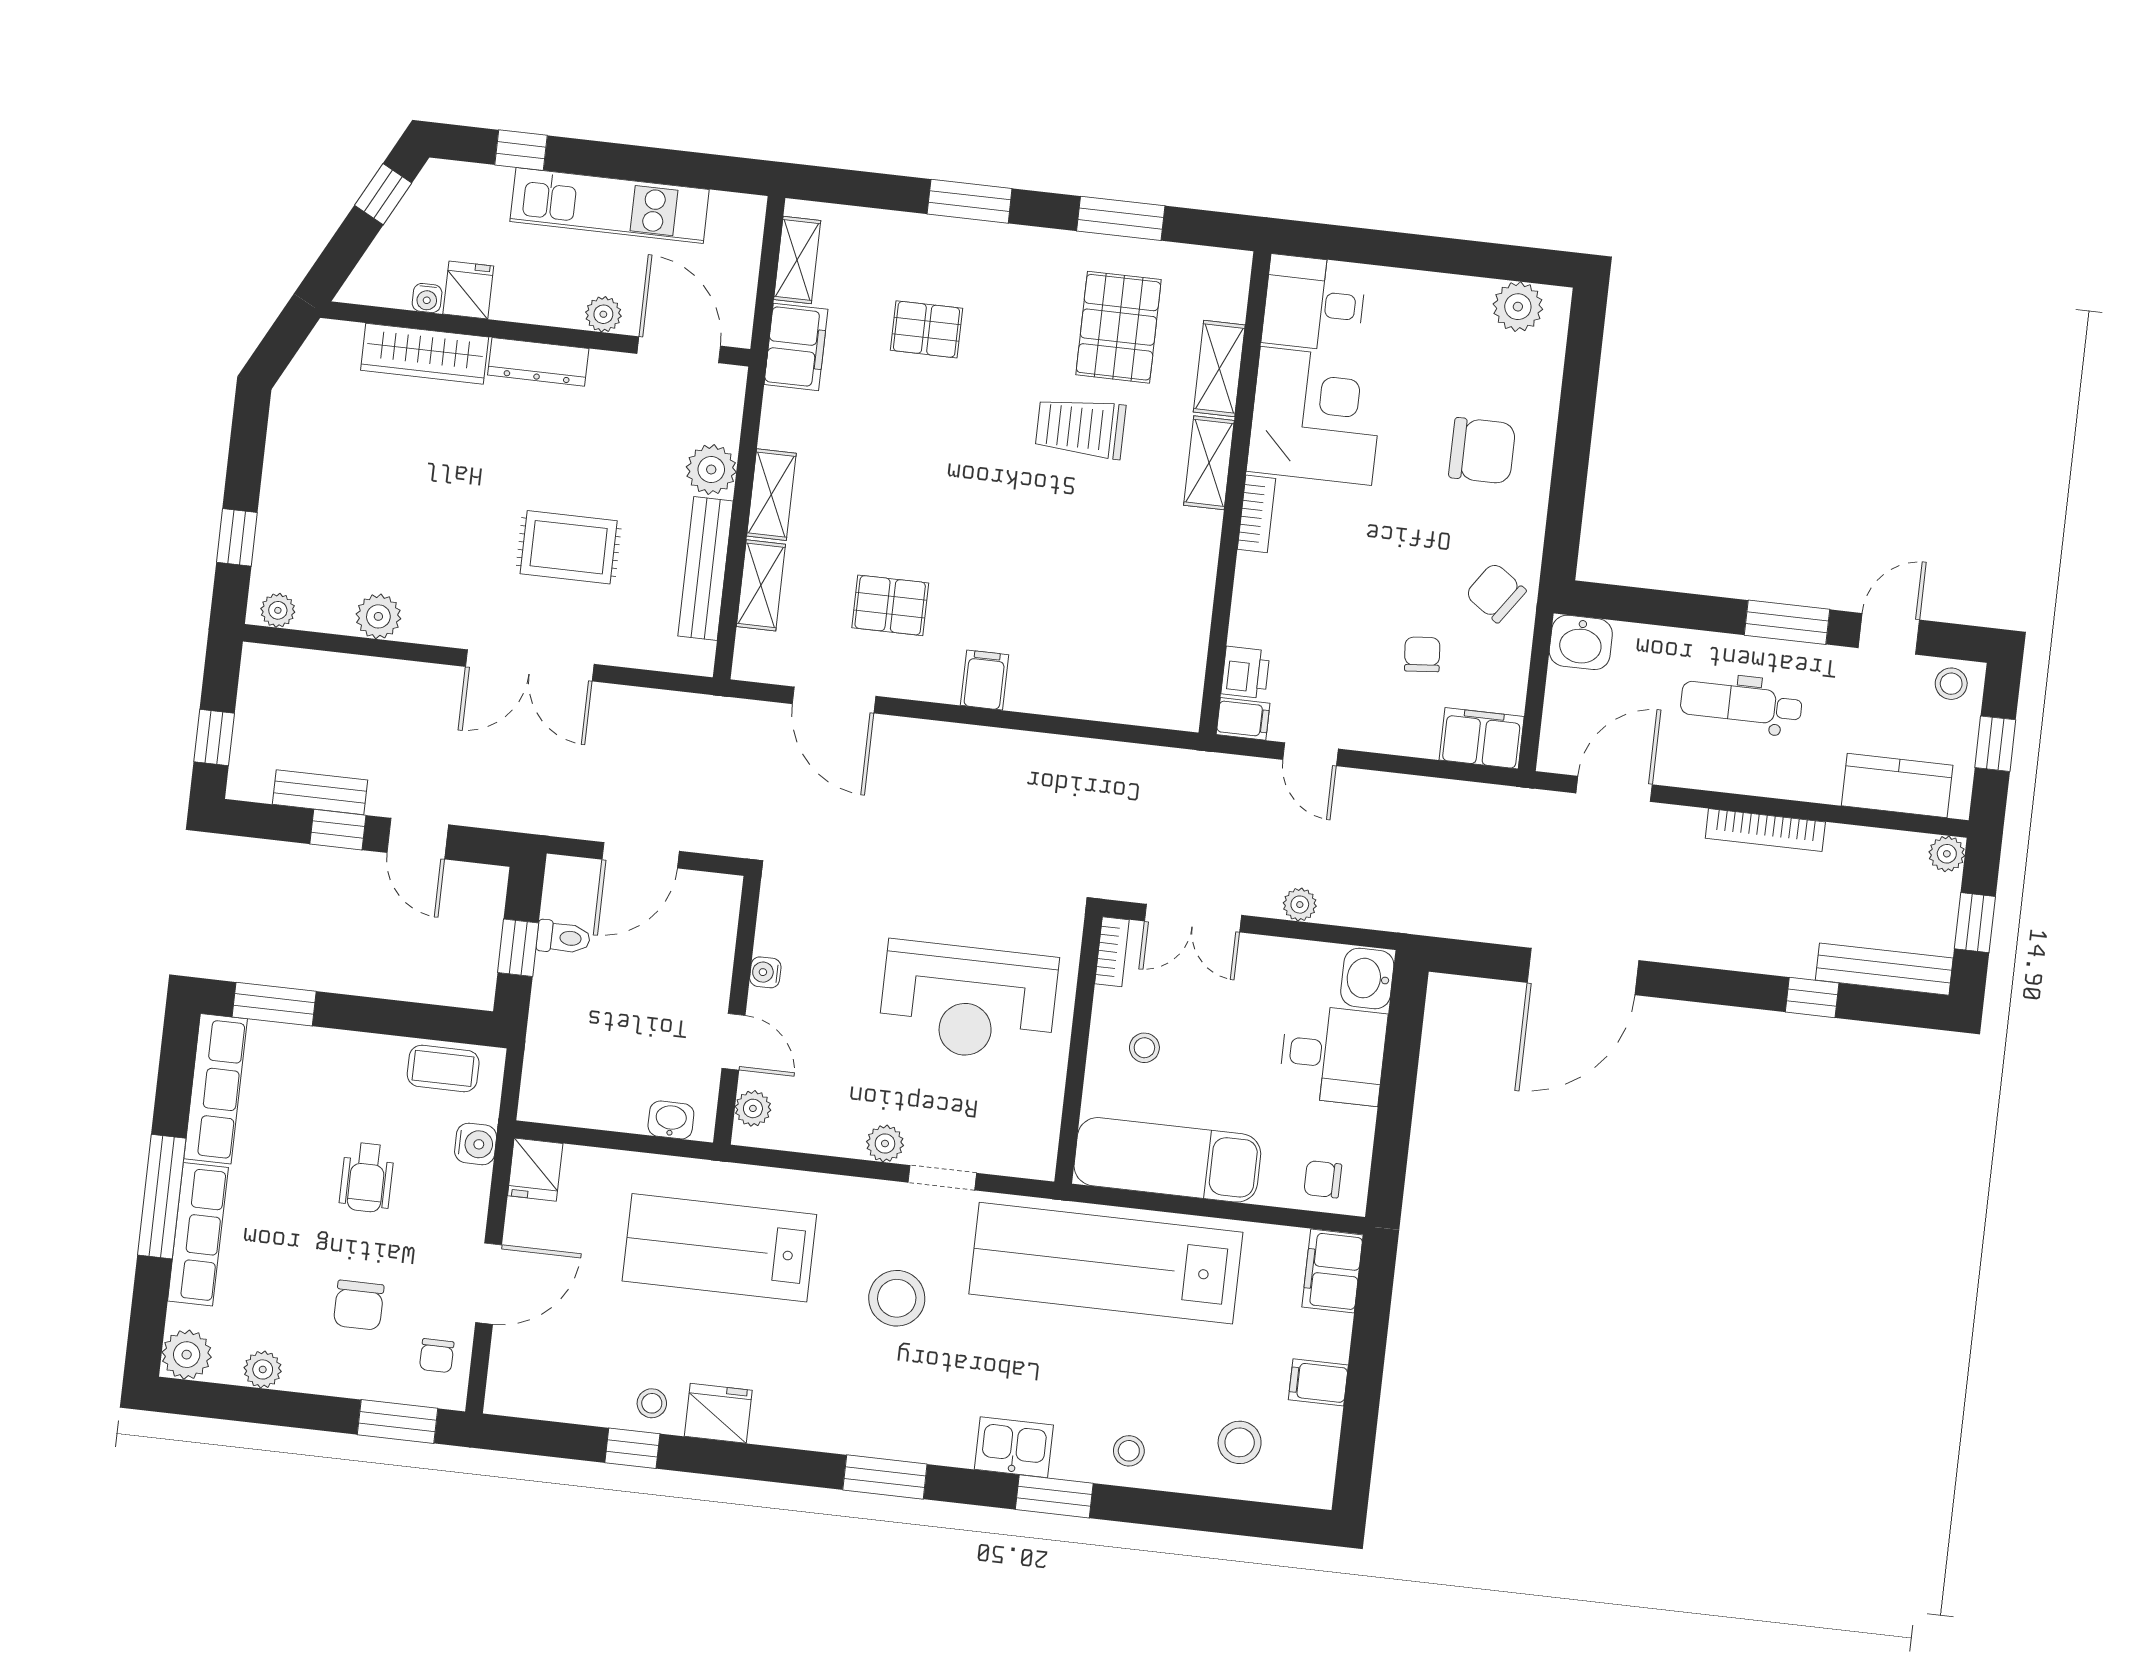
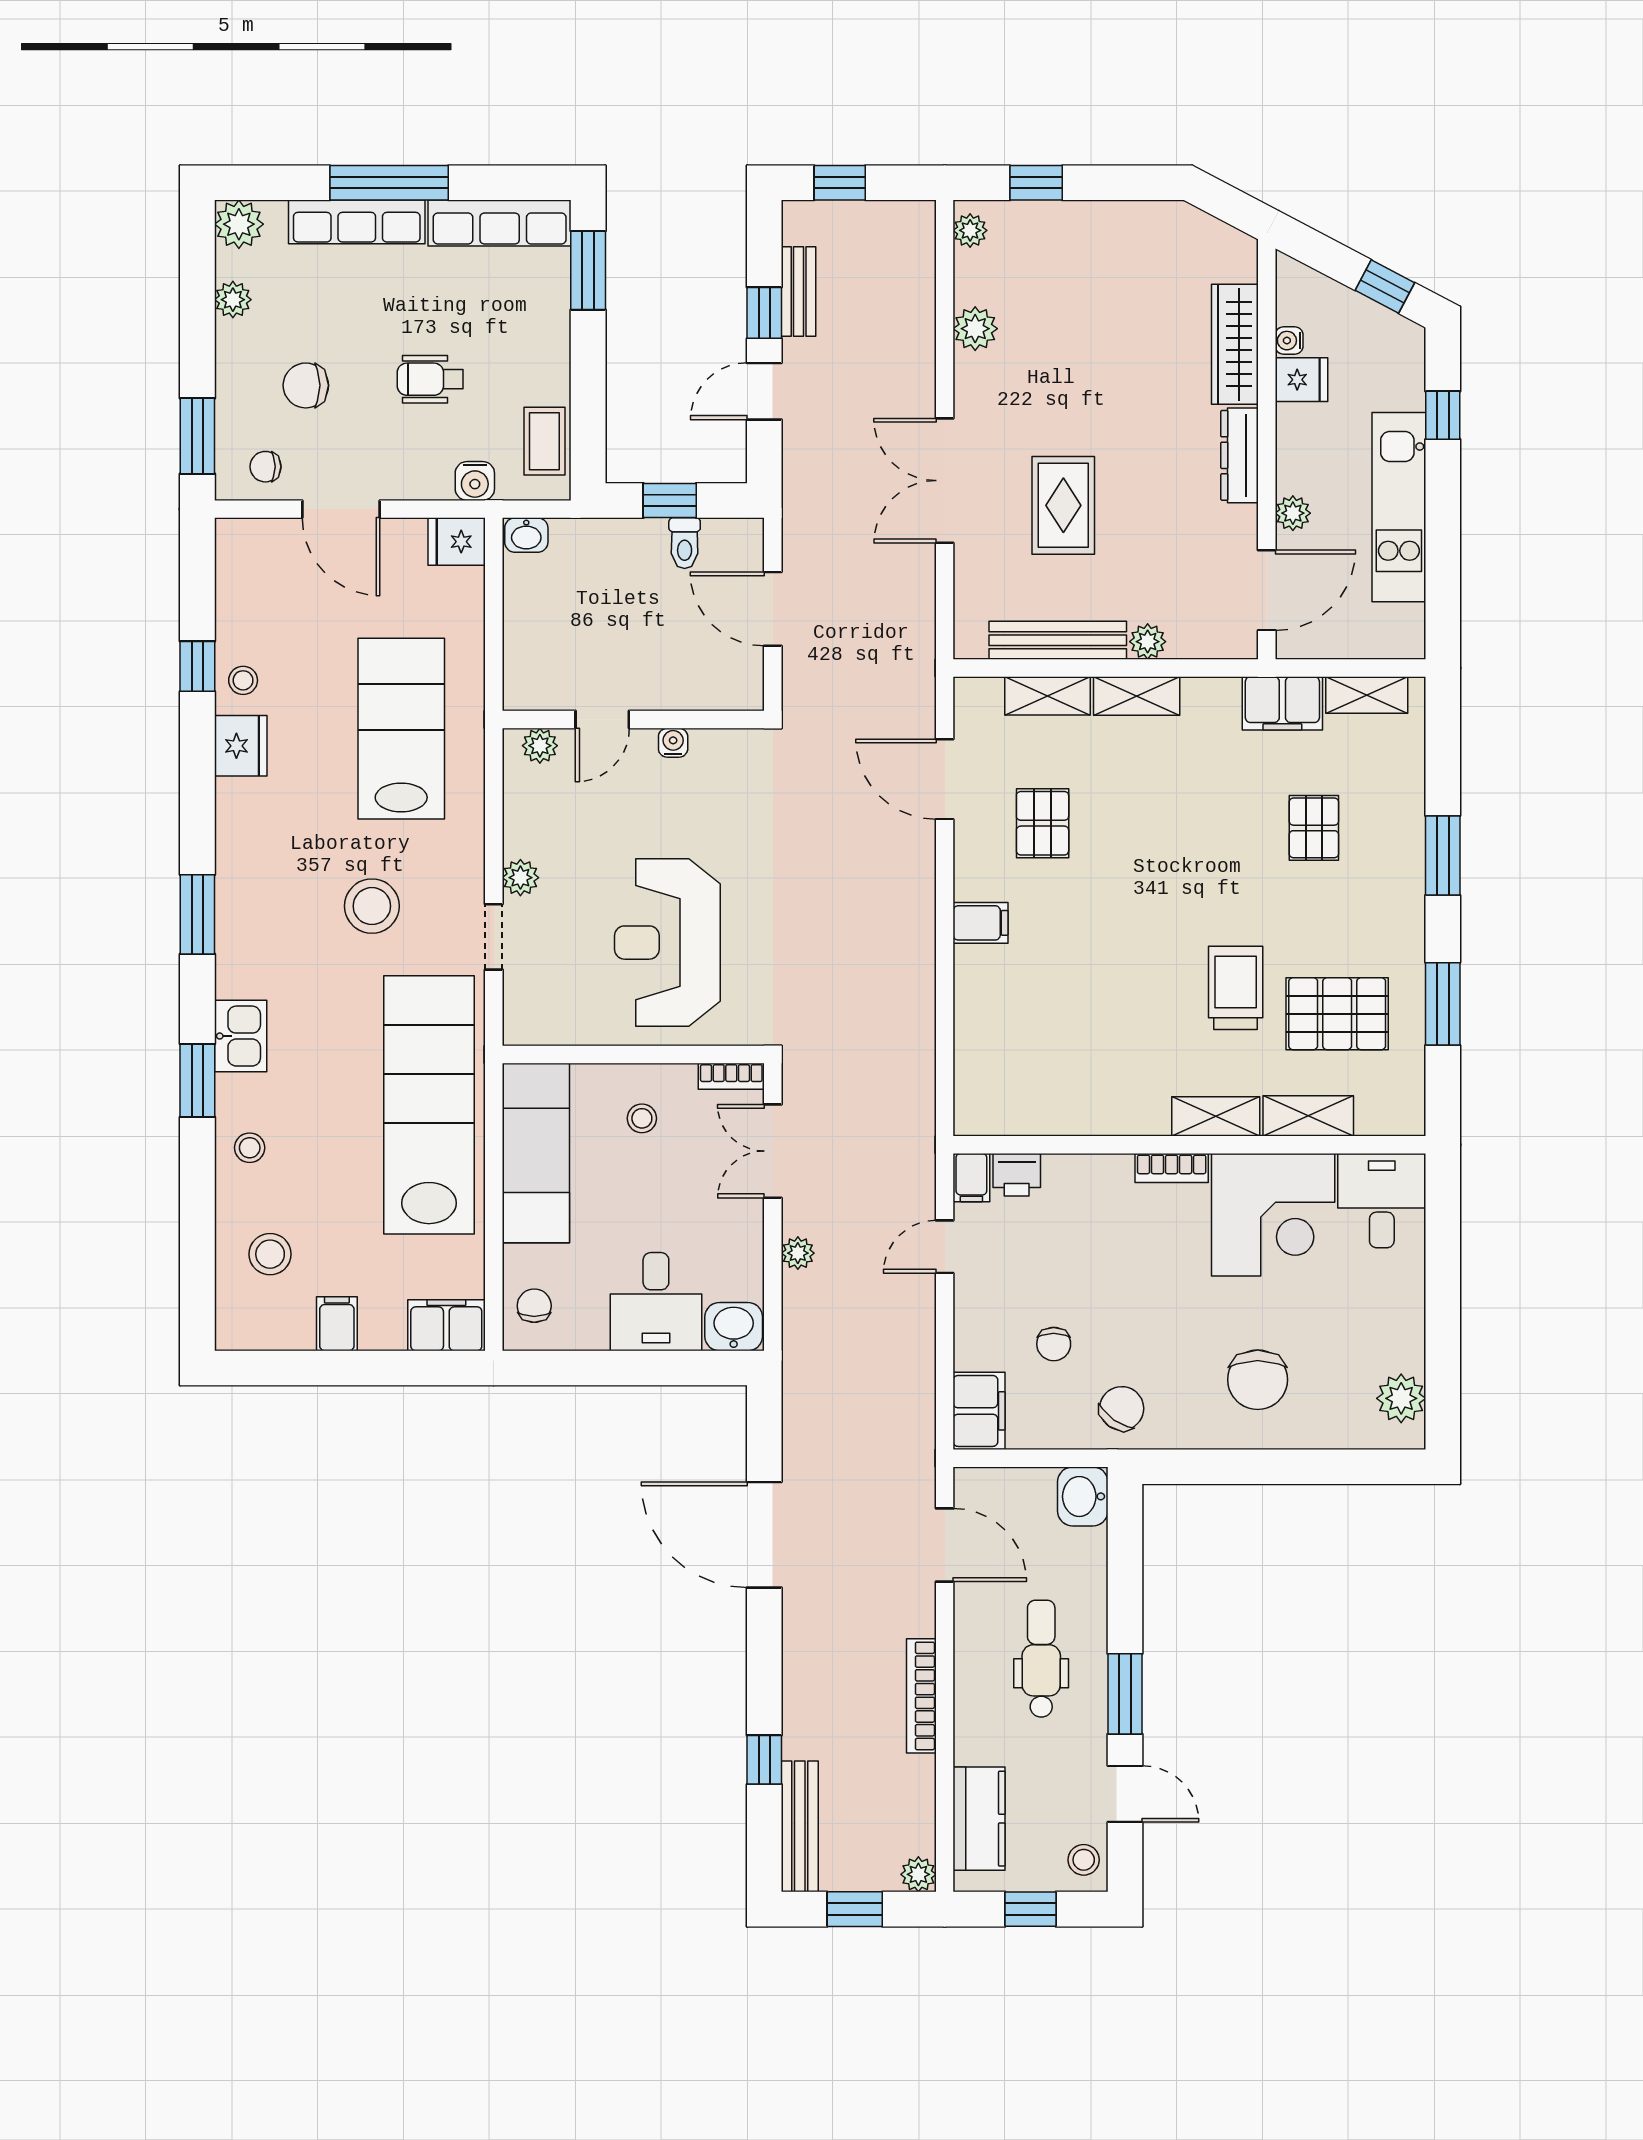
plant: (711, 469) -> (1148, 642), width x0.73, depth x0.73
chair: (1422, 654) -> (1054, 1344), turned 95
door: (834, 700) -> (945, 779), hinge flipped
washbasin: (671, 1120) -> (526, 535), moved, turned 90

